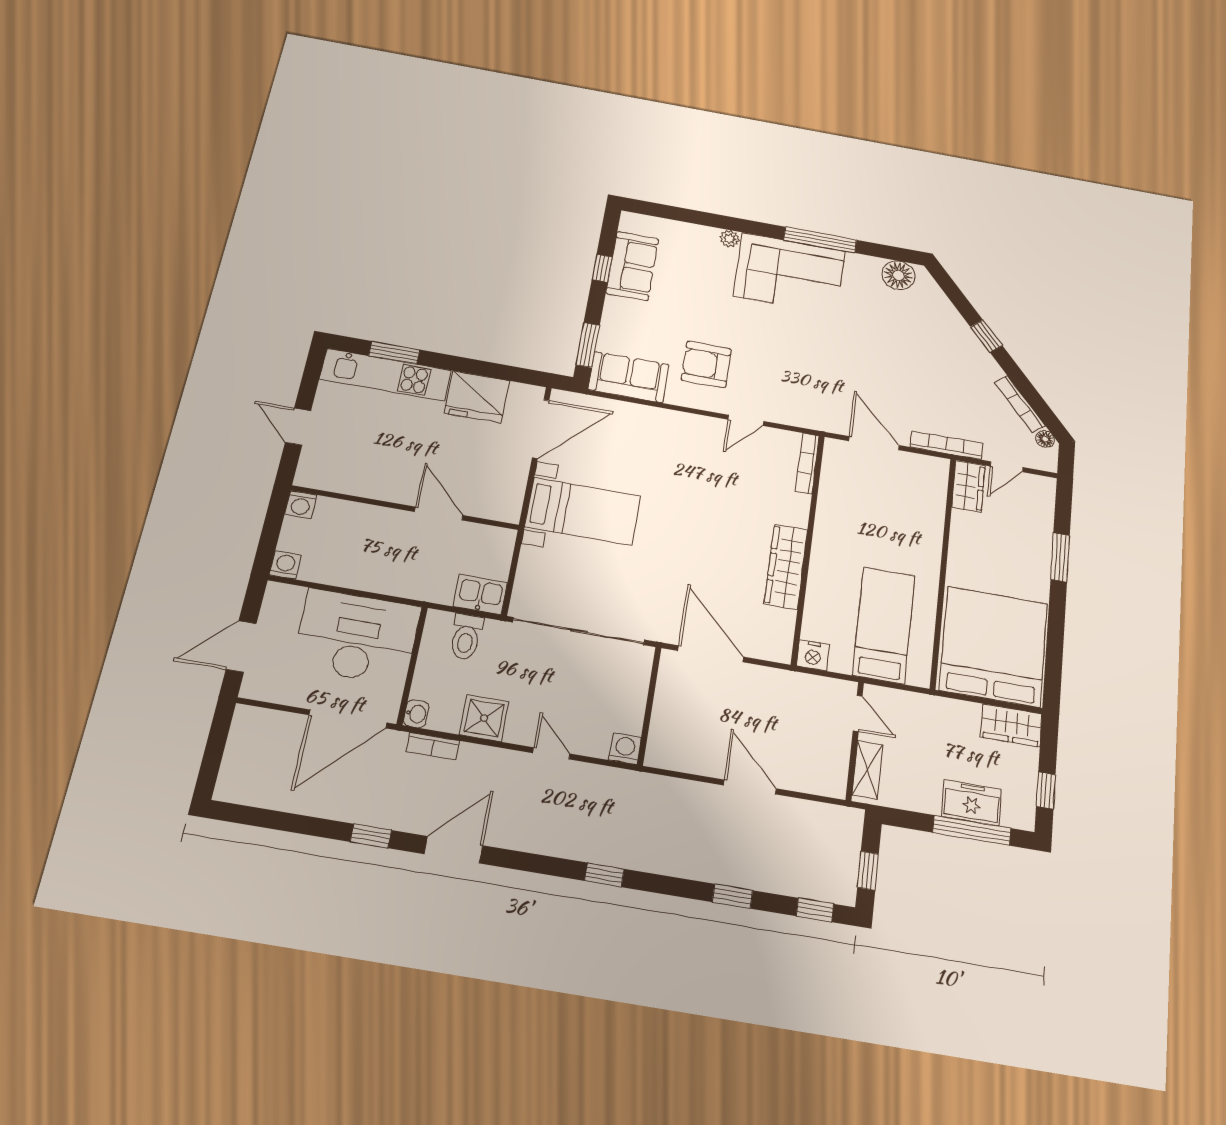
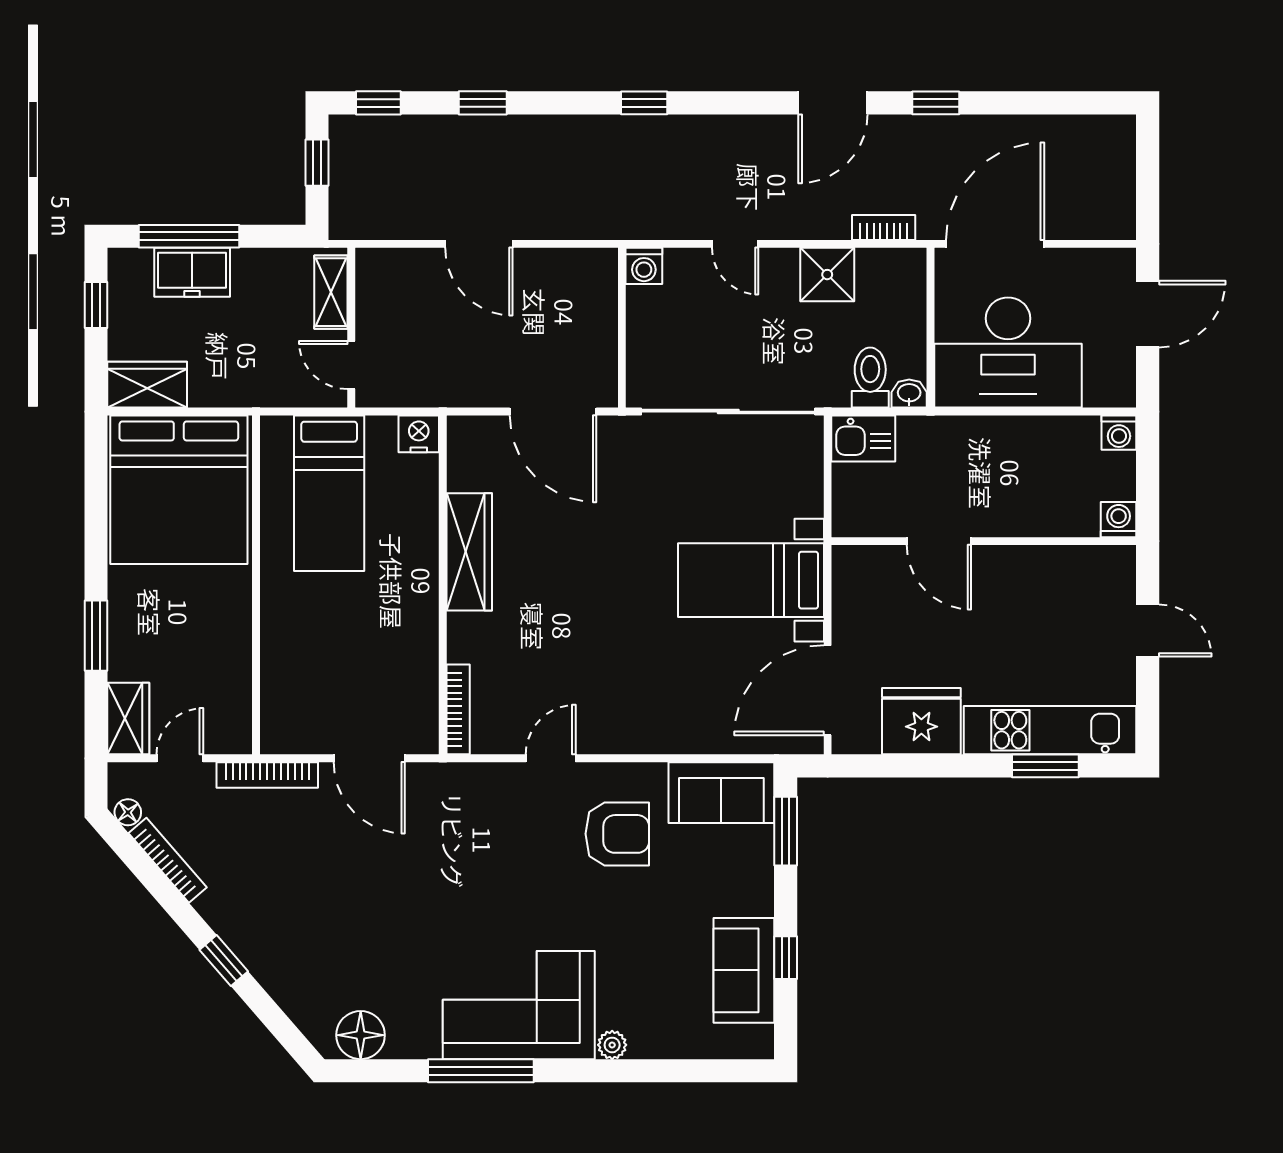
wardrobe: (968, 486) -> (128, 719), moved, turned 180
washbasin: (416, 714) -> (909, 394), moved, turned 90

